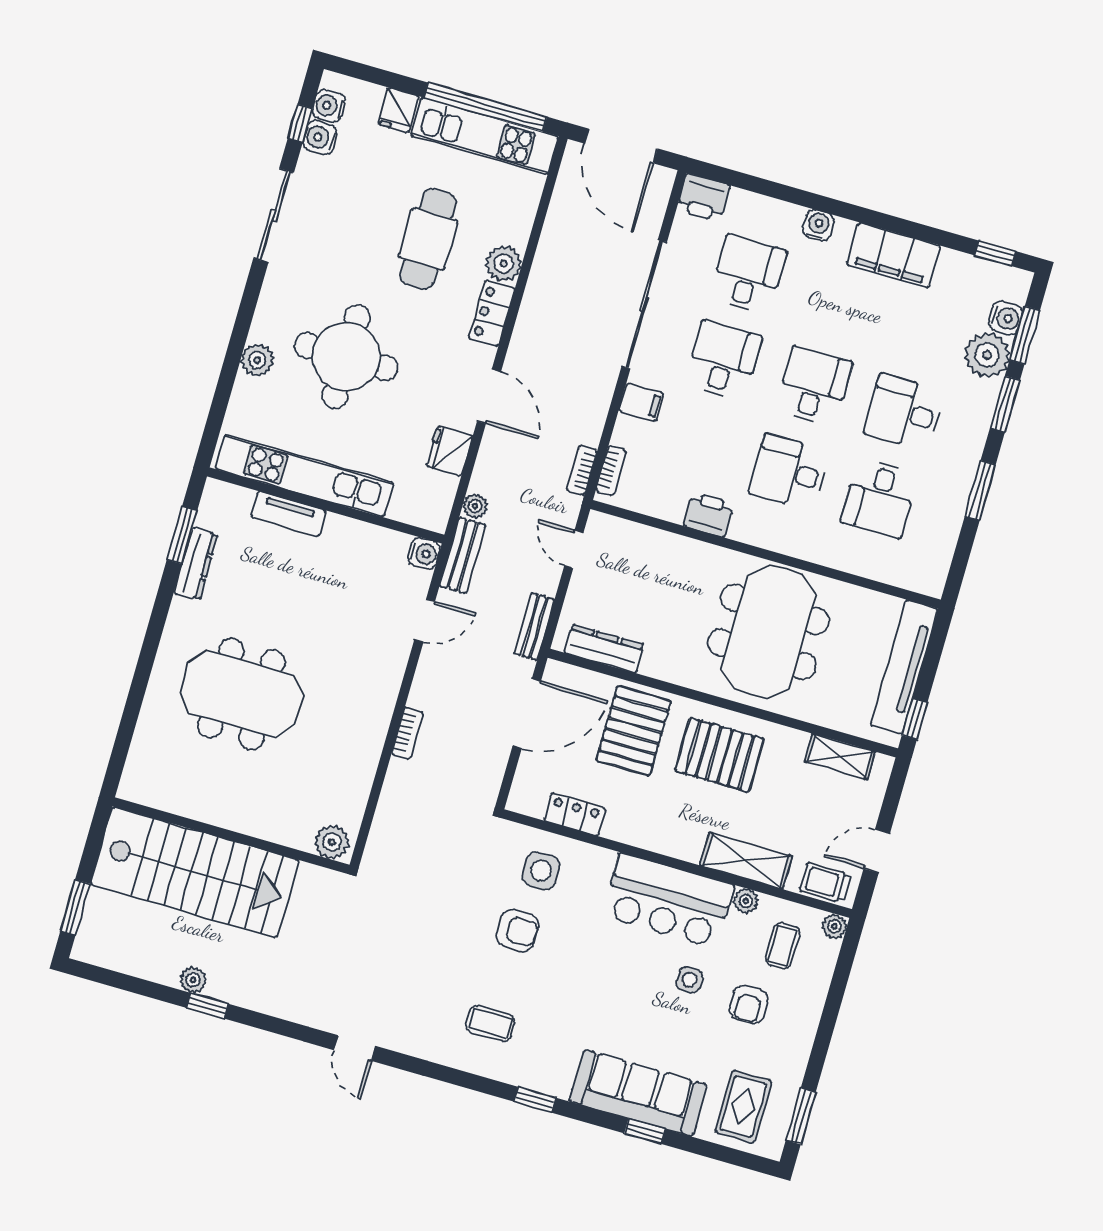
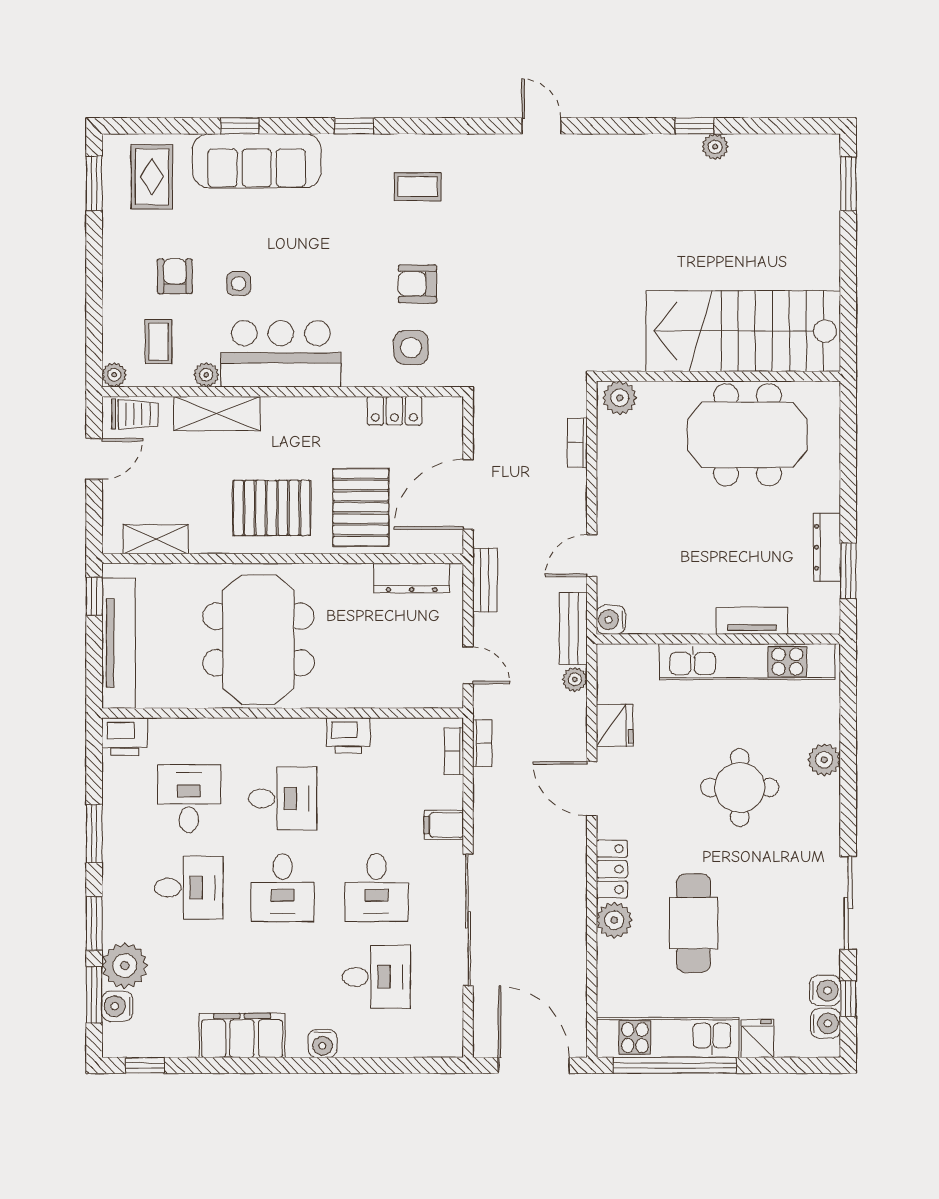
printer: (703, 197) -> (125, 737), moved, turned 180
desk: (748, 275) -> (376, 977), turned -90
round table: (346, 357) -> (740, 787), width x0.73, depth x0.73
wall: (231, 836) -> (718, 376), moved
plant: (332, 842) -> (620, 398), moved
stairs: (195, 872) -> (743, 331), moved

